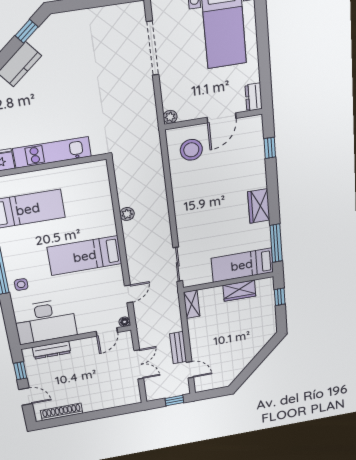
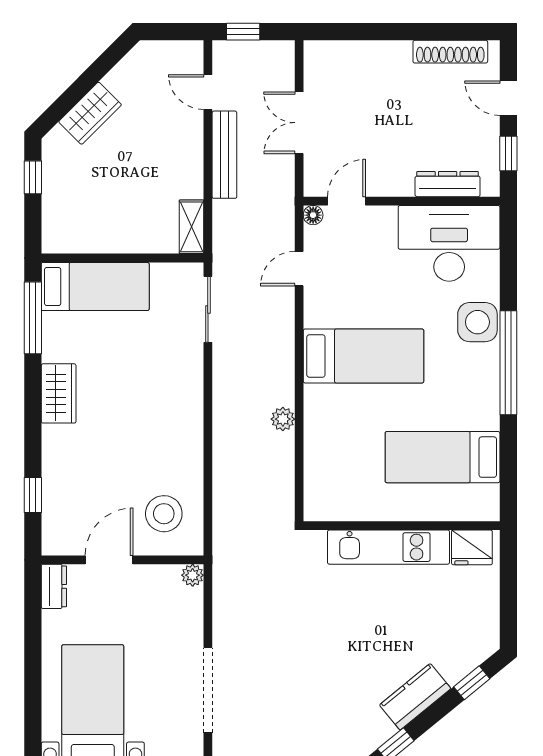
side table: (21, 284) -> (477, 322), width x1.87, depth x1.87
wardrobe: (239, 291) -> (90, 113), moved, turned 135
window: (280, 297) -> (33, 177), moved
bench: (178, 348) -> (224, 155), width x1.36

